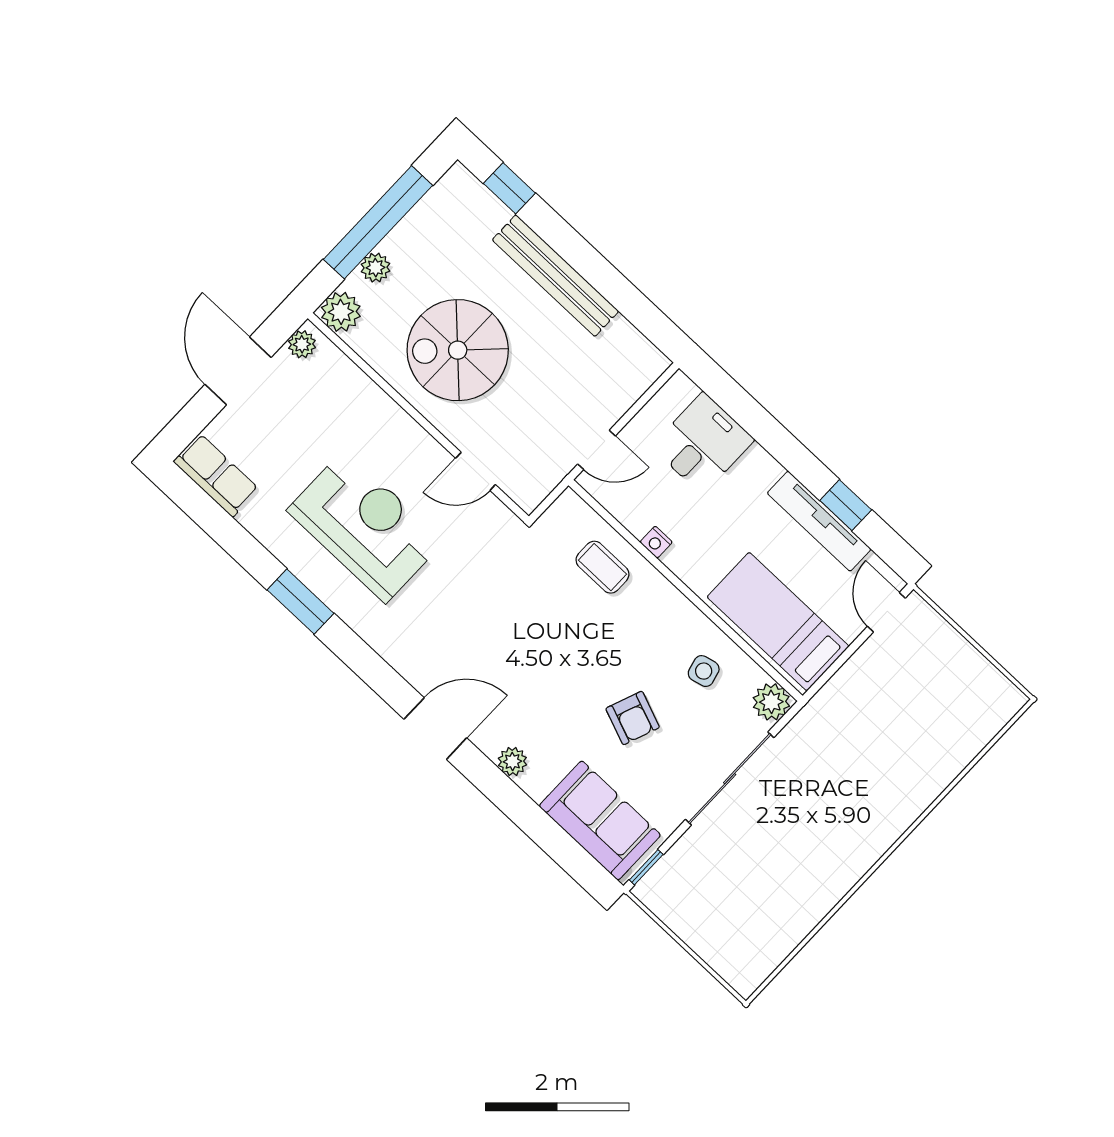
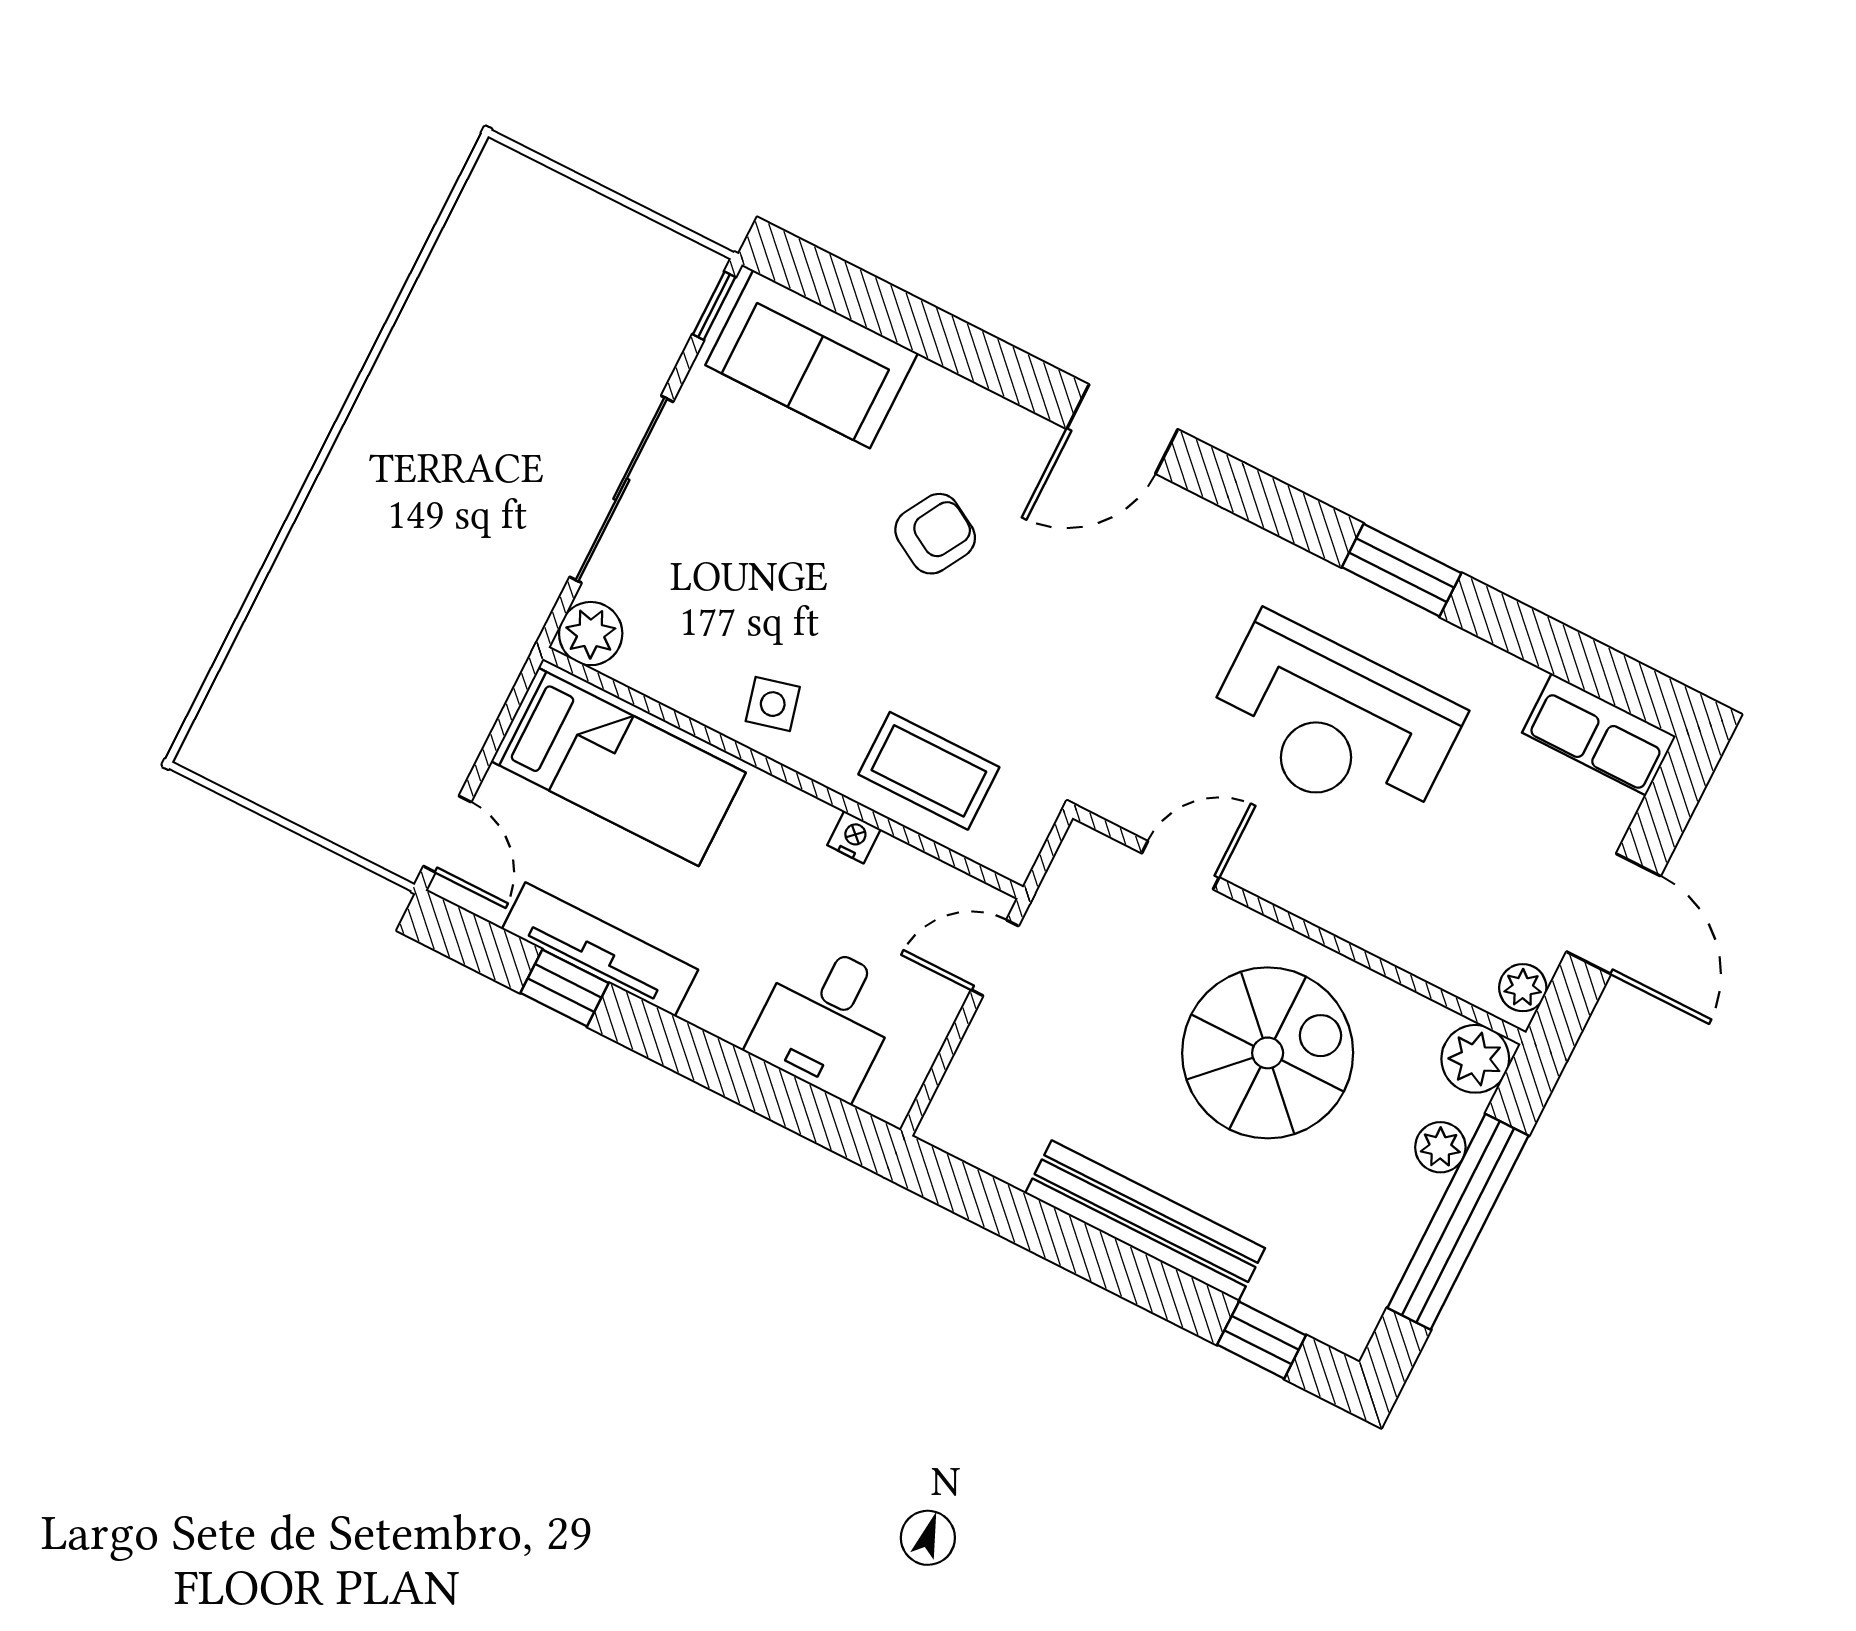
coffee table: (602, 567) -> (929, 771), width x1.36, depth x1.30
side table: (704, 671) -> (773, 704), moved
armchair: (633, 718) -> (935, 534), moved, turned 99
plant: (512, 761) -> (981, 413), removed

